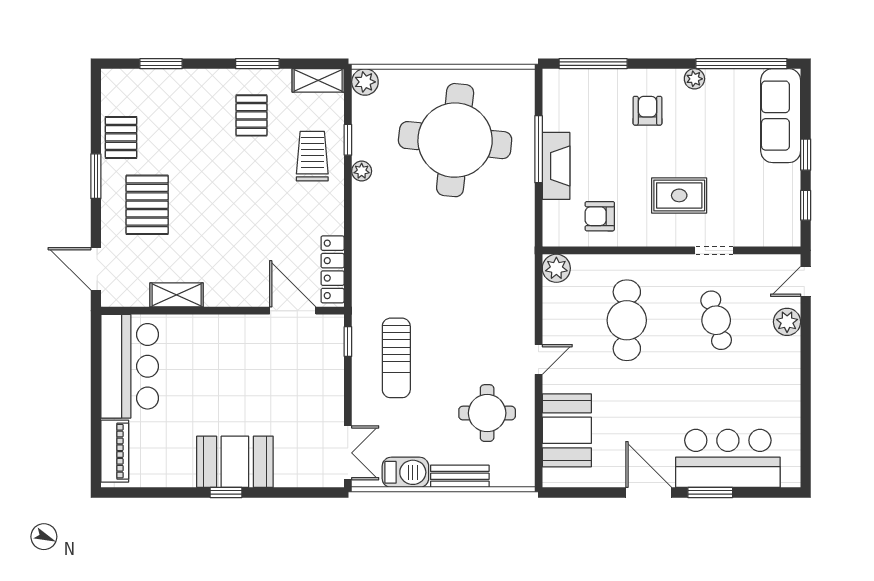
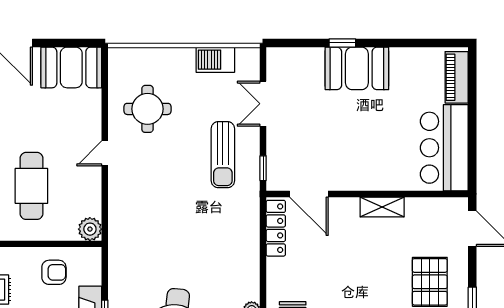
shelving: (177, 295) -> (382, 207), moved
sun lounger: (396, 358) -> (223, 155), turned 180
booth: (567, 430) -> (71, 67), moved, turned 90
double door: (348, 453) -> (263, 104), moved
bench: (460, 476) -> (170, 56), removed
window: (226, 492) -> (342, 43), moved

